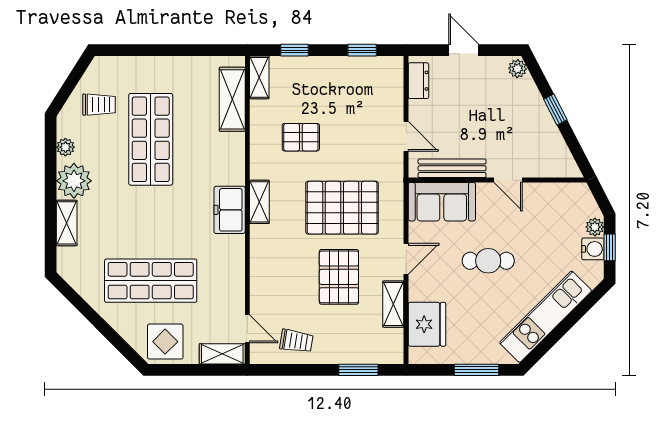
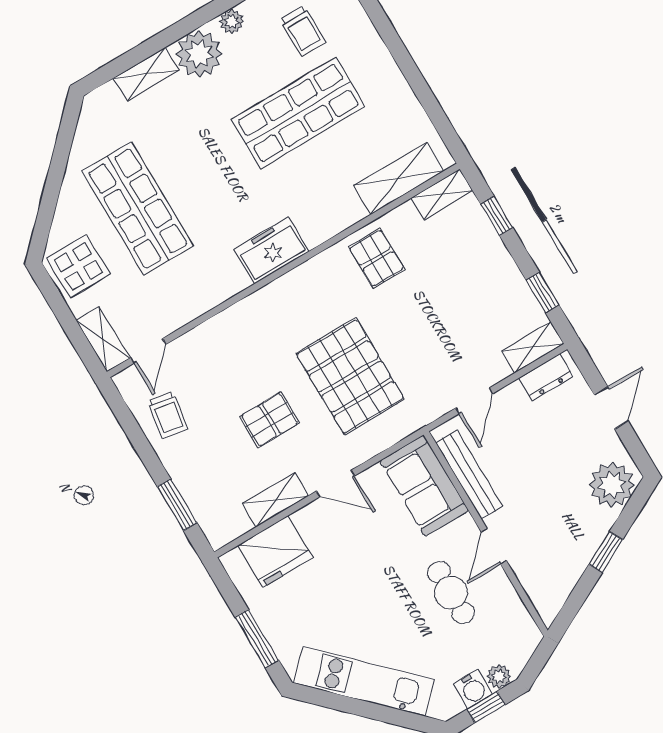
plant: (517, 69) -> (612, 485), width x1.87, depth x1.87
pallet: (301, 137) -> (377, 258), moved
shelving: (259, 202) -> (533, 347), moved
cafe table: (488, 261) -> (451, 593), moved
pallet: (339, 277) -> (269, 420), width x0.67, depth x0.71

